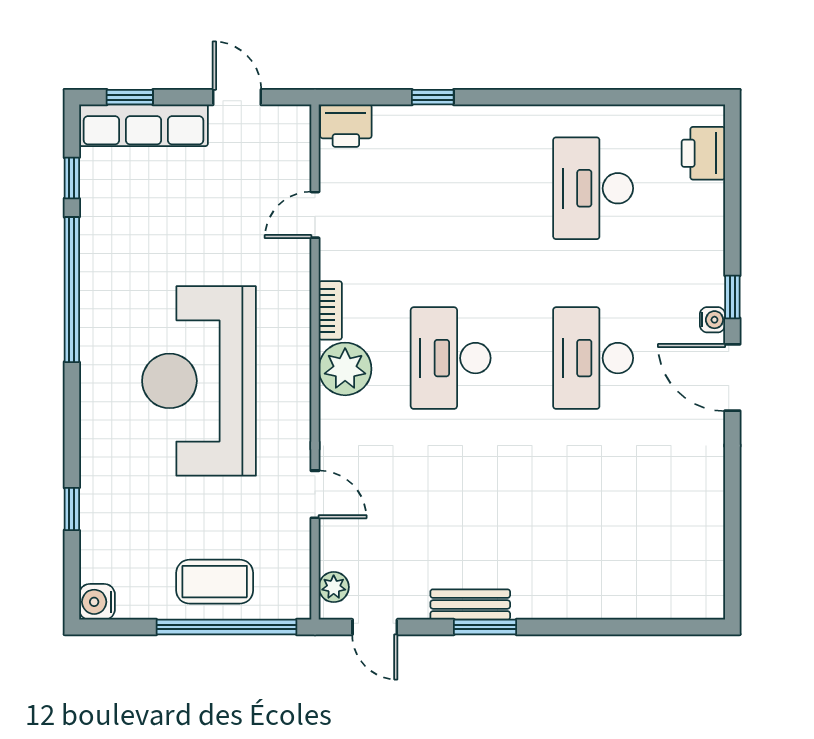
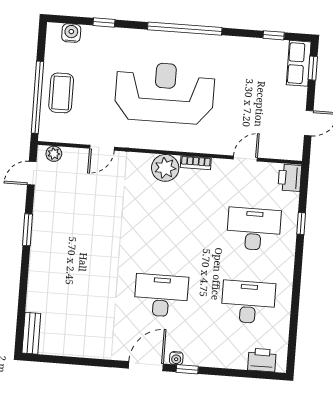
row of seats: (144, 125) -> (299, 63), width x0.68
door: (315, 215) -> (245, 158), hinge flipped
window: (72, 290) -> (185, 29), moved
desk: (451, 358) -> (254, 229), moved
water cooler: (97, 602) -> (71, 33), moved
bench: (470, 605) -> (31, 333), moved

